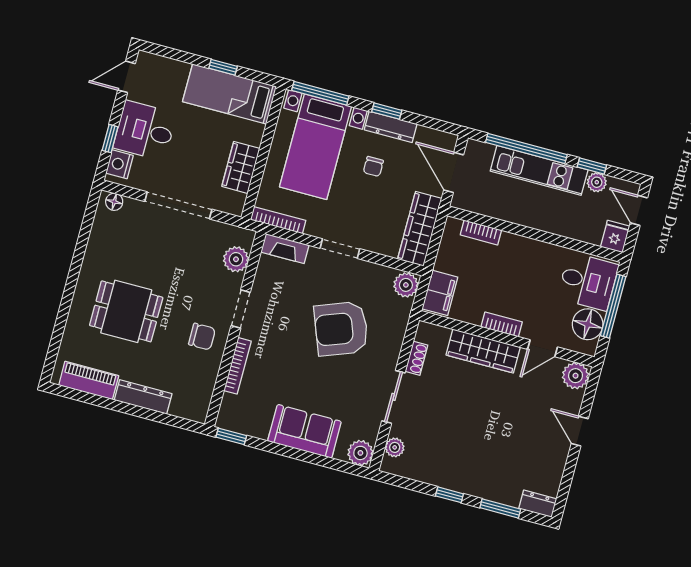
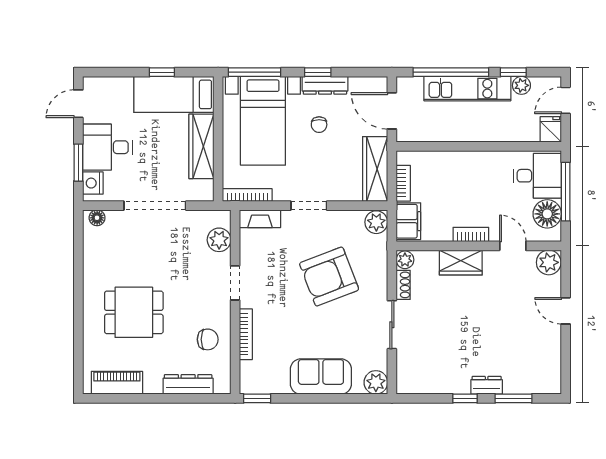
window: (110, 139) -> (78, 163), width x1.50
wardrobe: (241, 167) -> (201, 146), width x1.50
door: (639, 210) -> (566, 100), hinge flipped
bookcase: (481, 232) -> (403, 183), moved, turned -90
chair: (202, 337) -> (208, 339), moved
door: (543, 348) -> (513, 246), swing flipped
wardrobe: (483, 351) -> (461, 263), width x0.67
dresser: (143, 397) -> (188, 384), moved
plant: (395, 447) -> (405, 260), moved
dresser: (538, 504) -> (487, 385), moved

